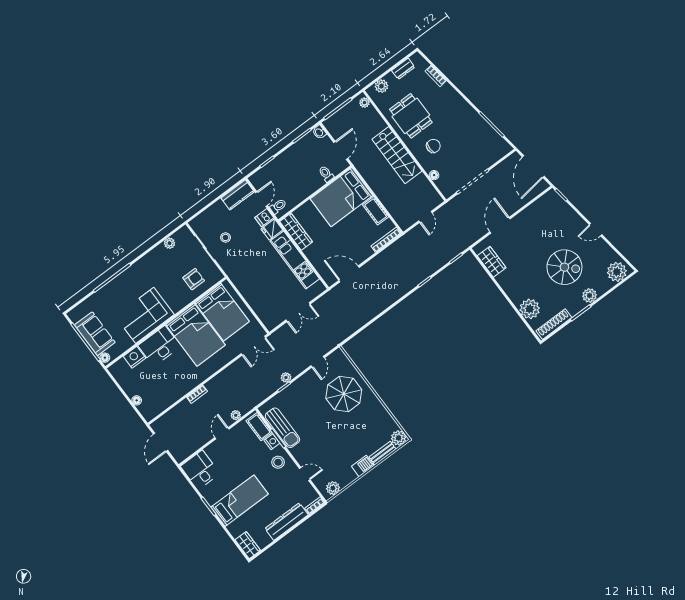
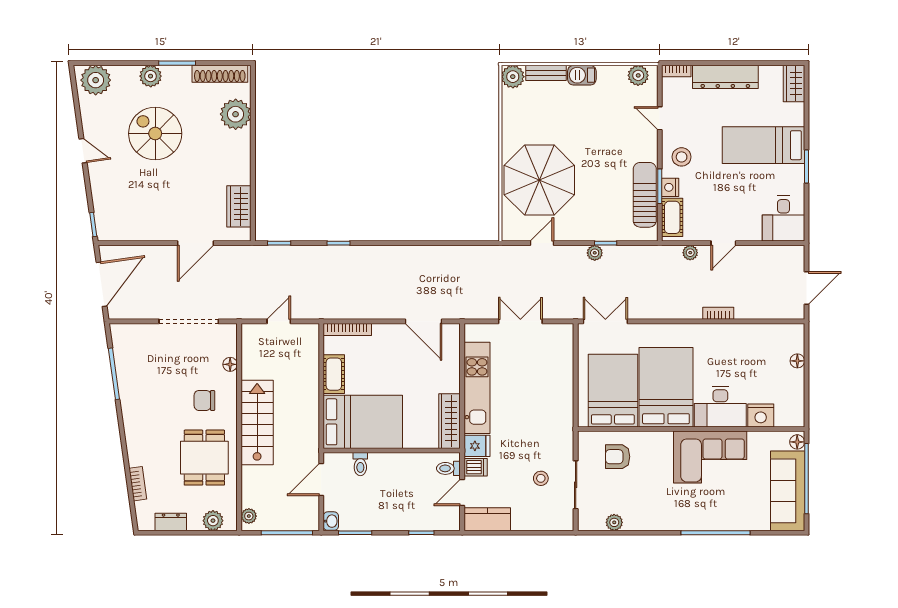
sofa: (95, 334) -> (788, 491), width x1.36
parasol: (344, 394) -> (539, 180), width x1.36, depth x1.36

